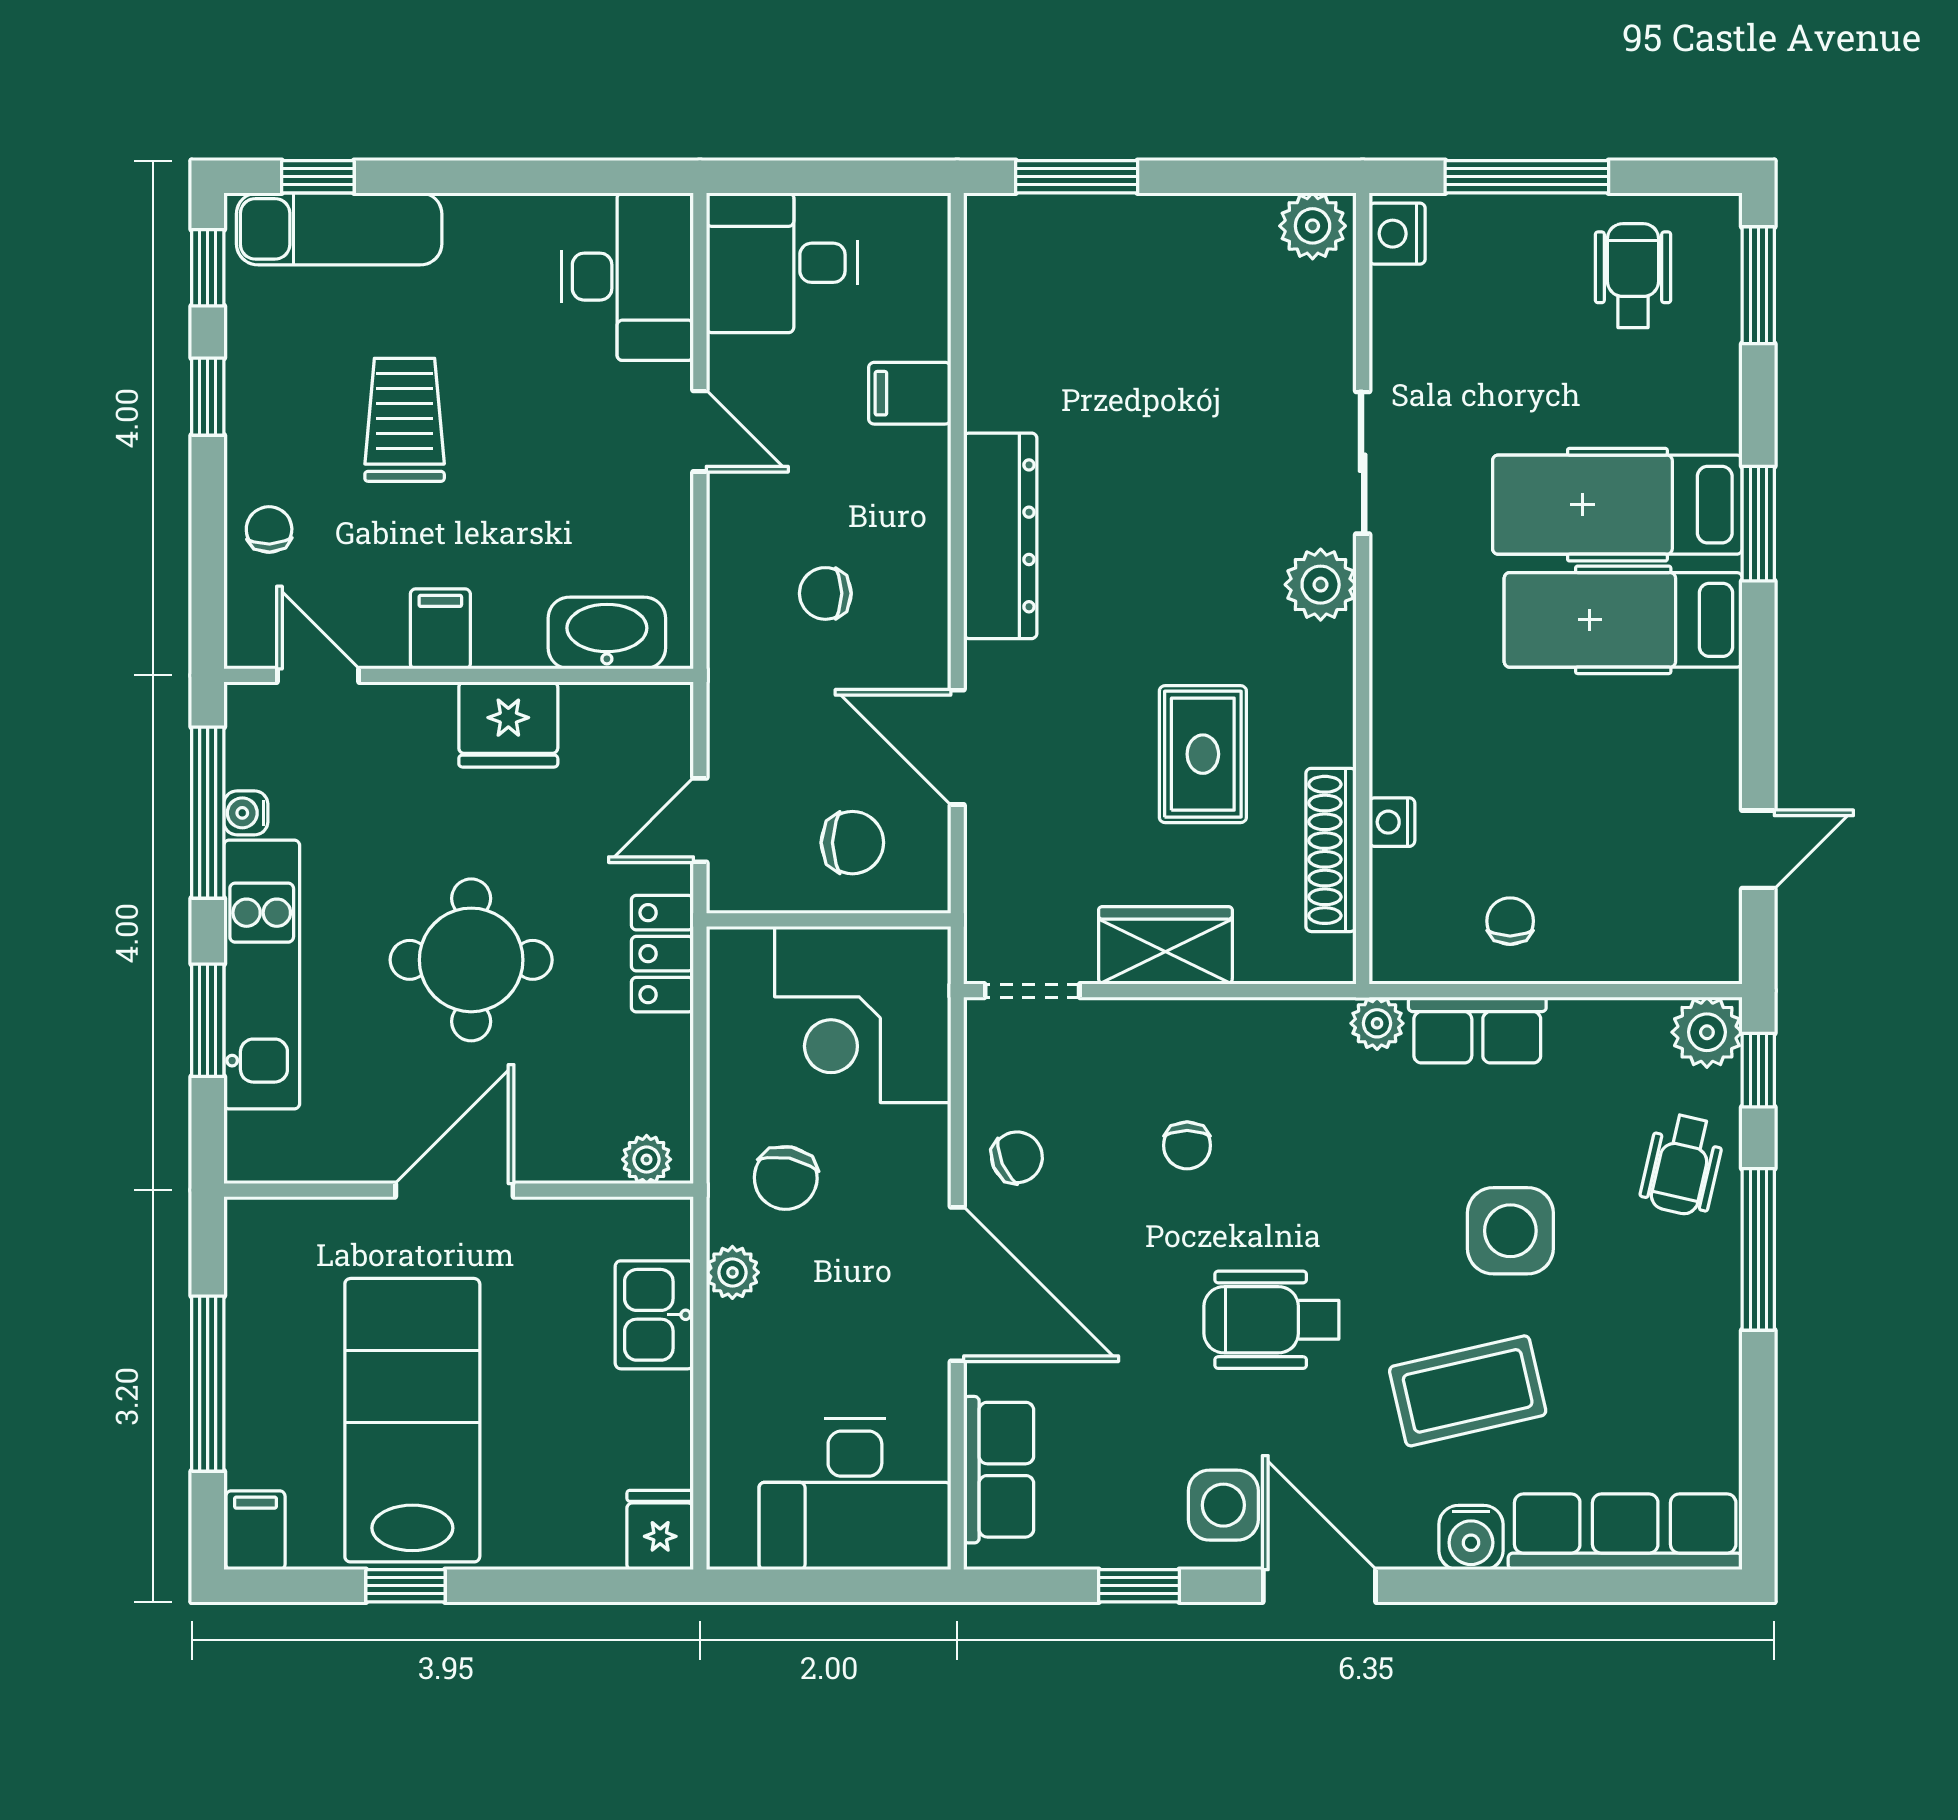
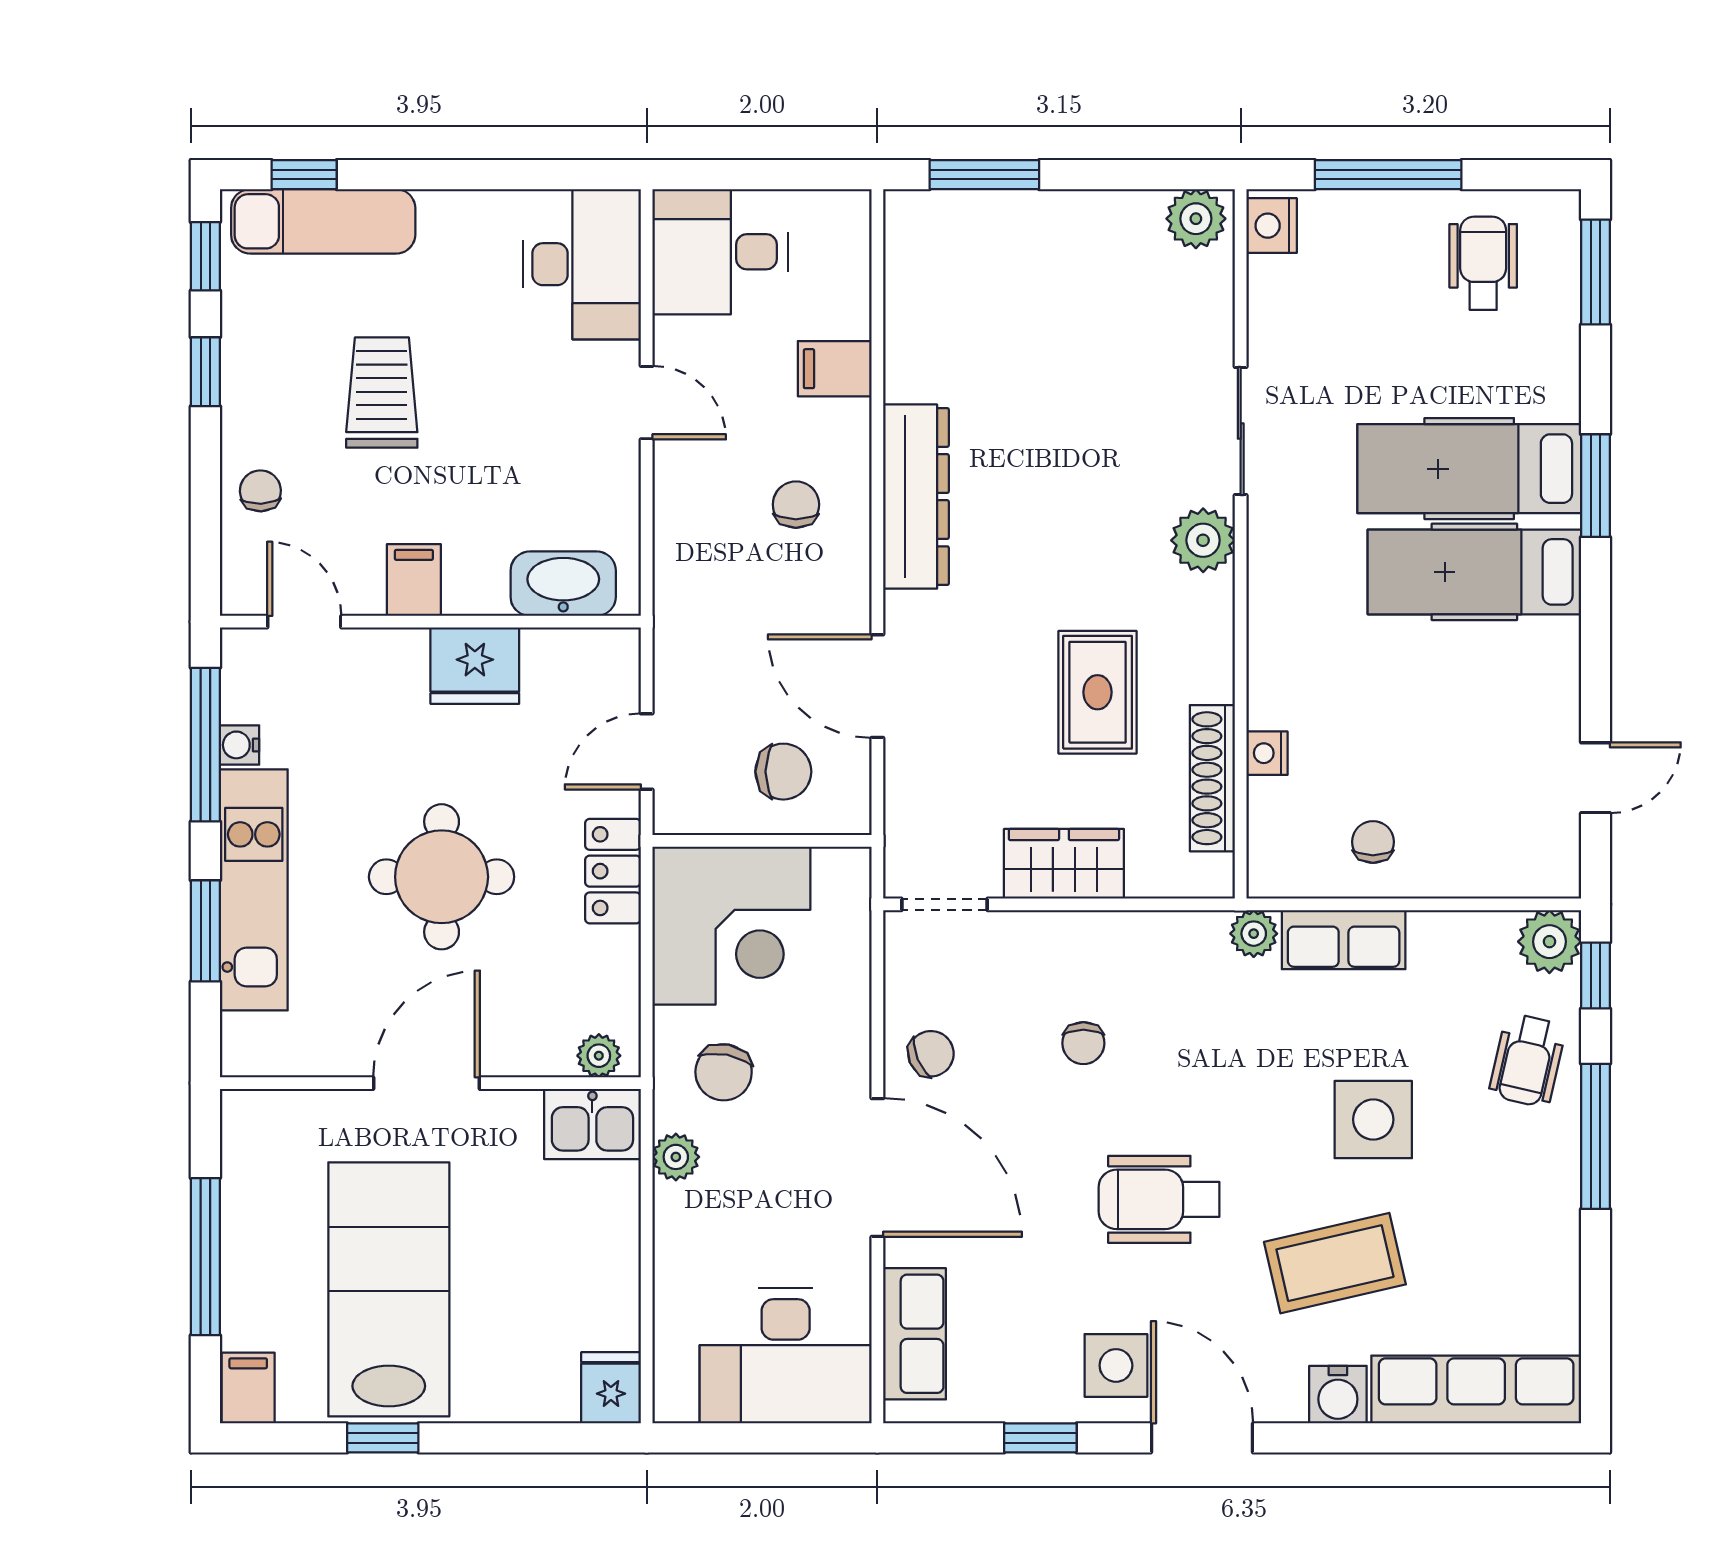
chair: (825, 593) -> (796, 505), moved, turned 90
corner desk: (863, 1014) -> (731, 926), moved, turned -90
kitchen sink: (654, 1315) -> (592, 1124), moved, turned -90

